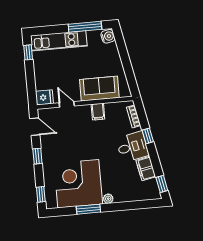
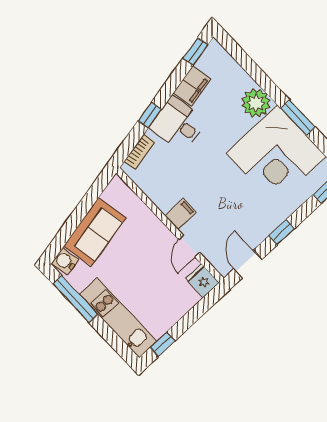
sofa: (99, 89) -> (95, 232), moved, turned -101
filing cabinet: (98, 112) -> (181, 214), moved
plant: (108, 199) -> (256, 103), width x1.88, depth x1.88

